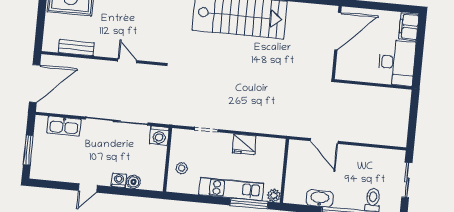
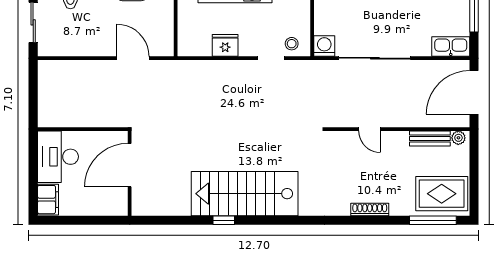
door: (338, 31) -> (130, 165), moved
plant: (52, 46) -> (458, 138), added
kitchen sink: (64, 126) -> (451, 47), moved
stool: (182, 168) -> (292, 44), moved

